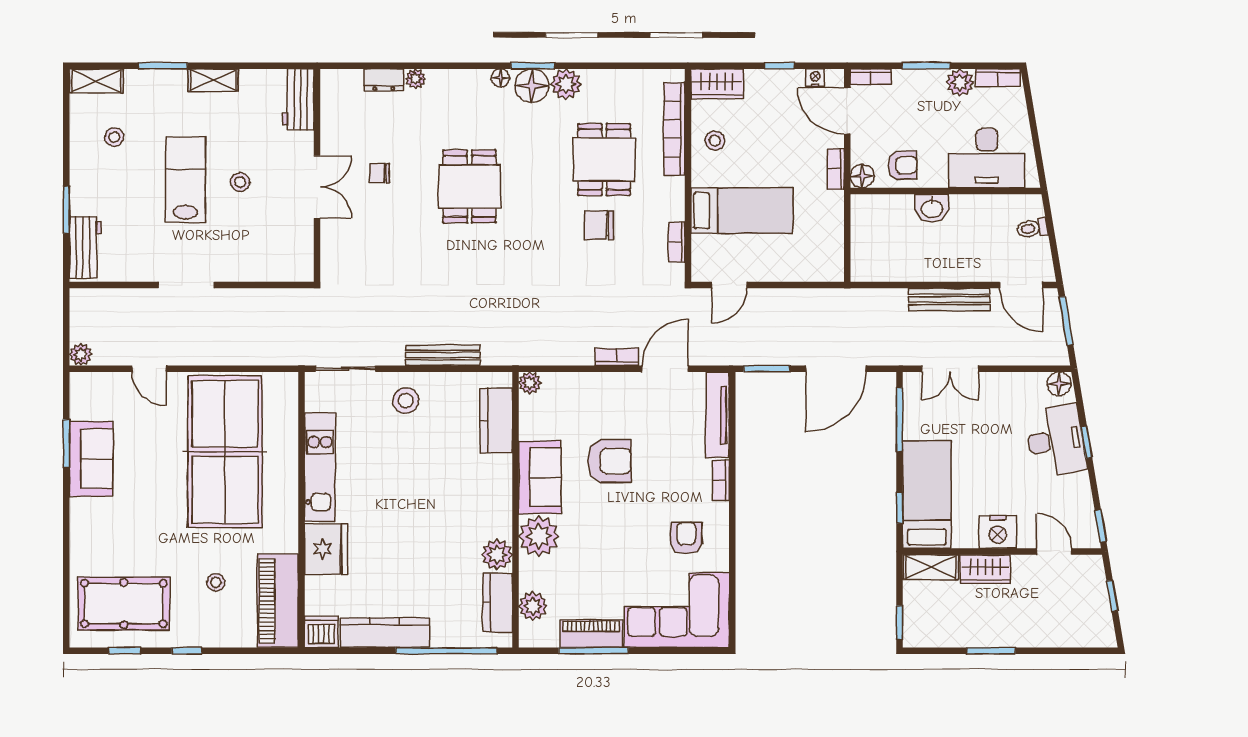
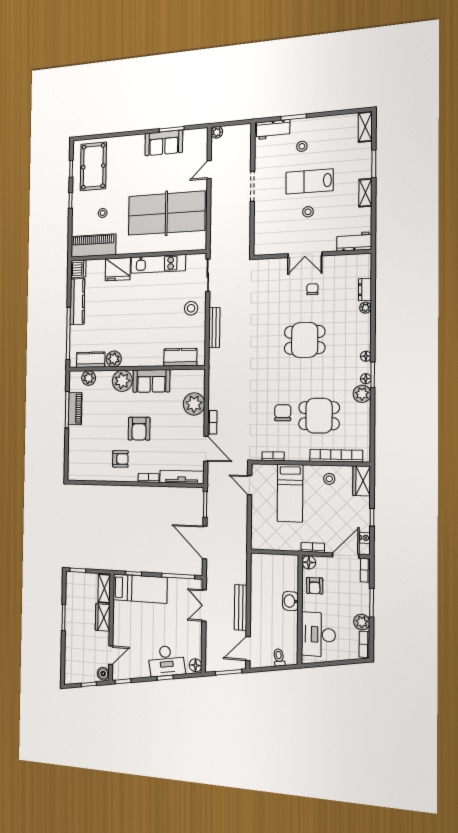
floor lamp: (532, 86) -> (366, 379), width x0.53, depth x0.53
stool: (114, 137) -> (302, 146), moved
lab bench: (186, 180) -> (309, 181), turned 180
plant: (530, 383) -> (194, 404), moved, width x1.88, depth x1.88
armchair: (609, 461) -> (139, 429), moved
nightstand: (998, 532) -> (121, 626), removed
boiler: (1090, 567) -> (103, 674), added
corner sofa: (677, 610) -> (85, 453), removed

